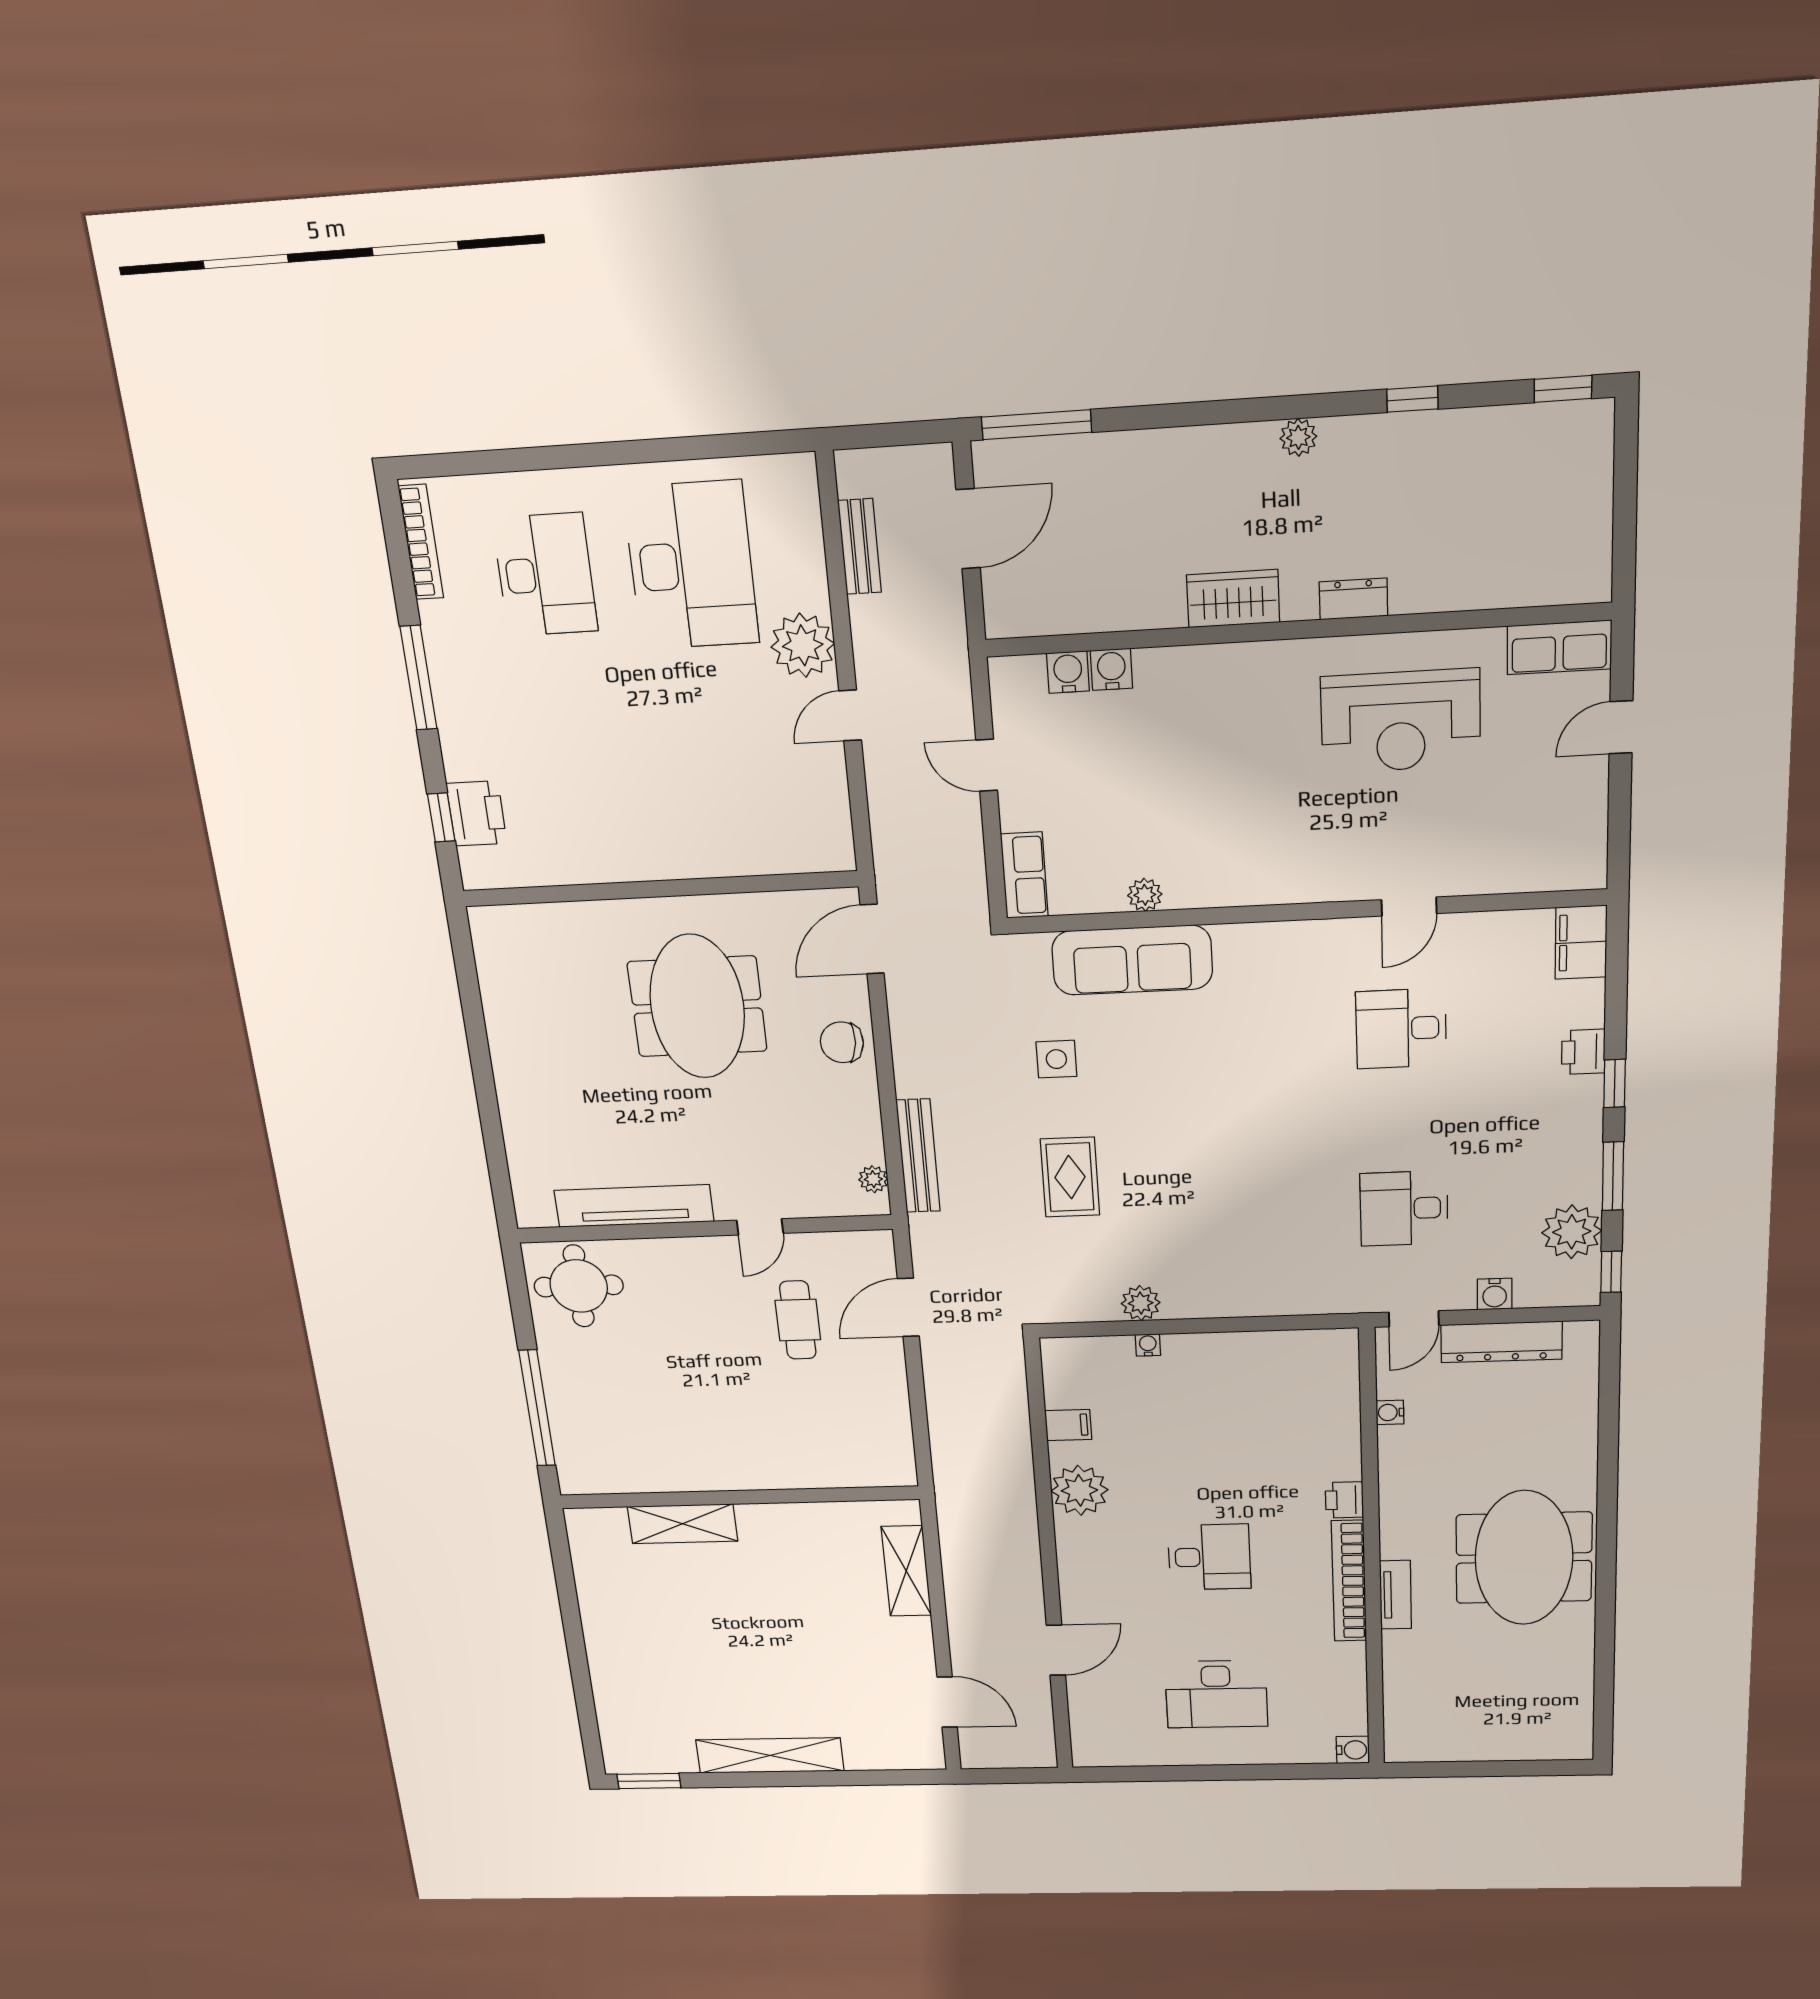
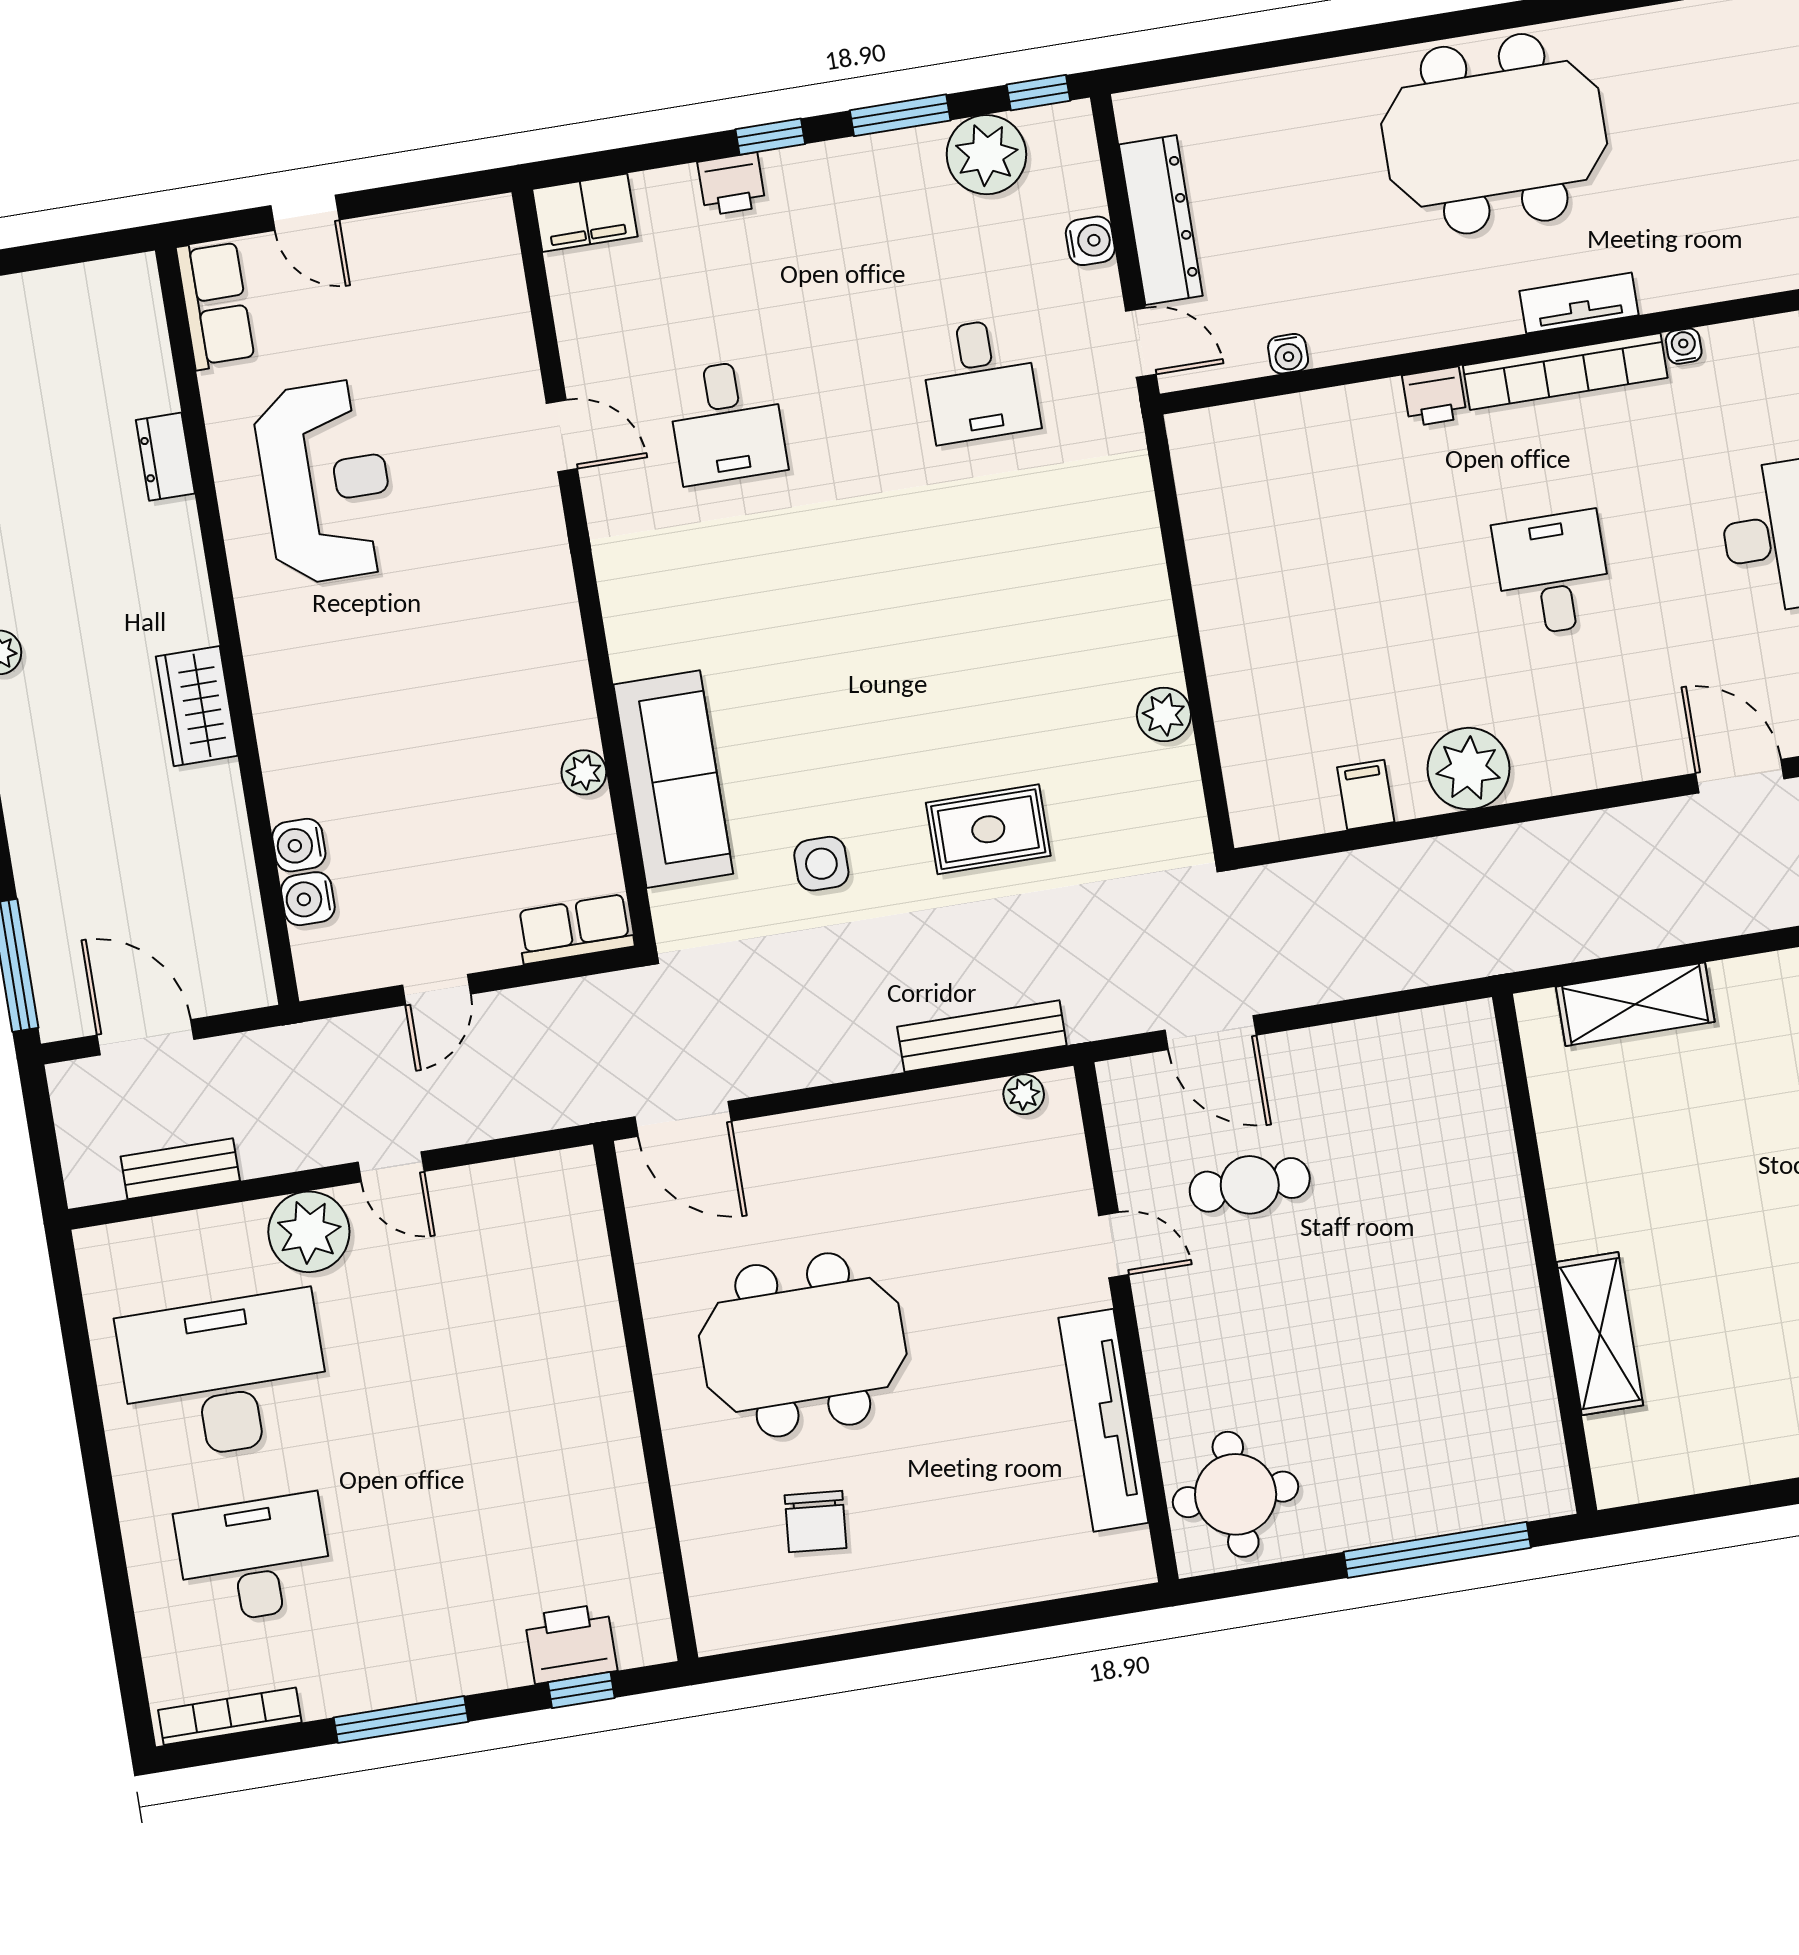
dresser: (1353, 599) -> (165, 457), moved
chair: (842, 1042) -> (816, 1522), moved
water cooler: (1148, 1345) -> (1684, 346), moved, turned 90

